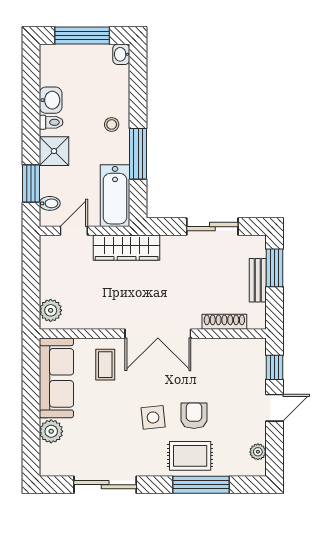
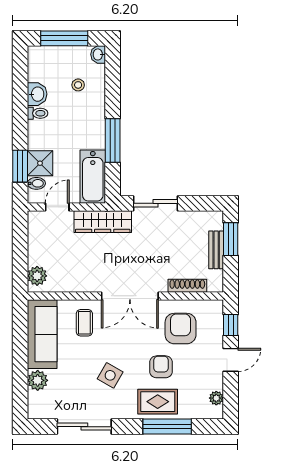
stool: (112, 124) -> (78, 85), moved
shower: (54, 151) -> (40, 163), moved
sliding door: (212, 227) -> (155, 203), moved
armchair: (217, 371) -> (181, 329), added
side table: (153, 417) -> (110, 375), moved, turned 36

